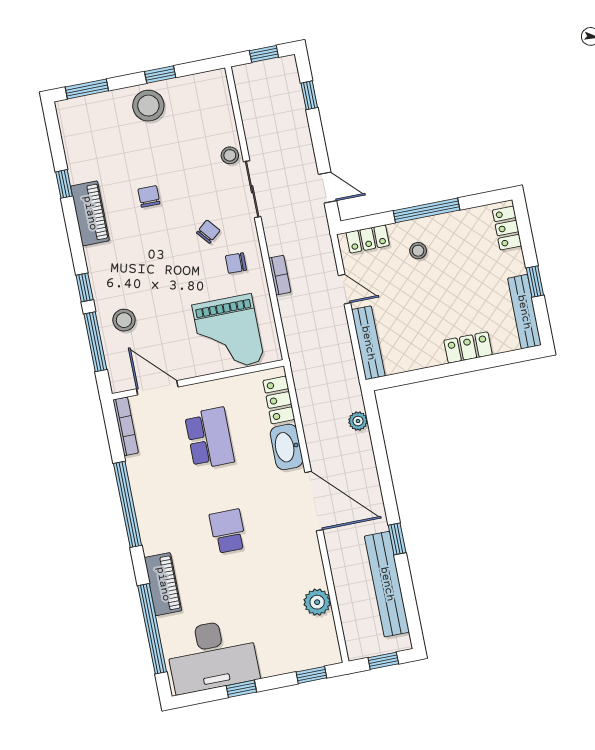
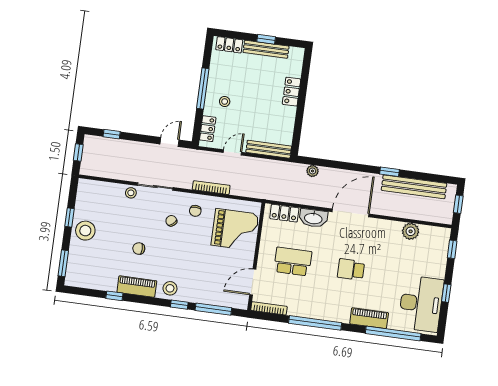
bookcase: (280, 275) -> (211, 188), width x1.56
bench: (524, 312) -> (266, 49), moved
stool: (124, 320) -> (170, 288), moved

